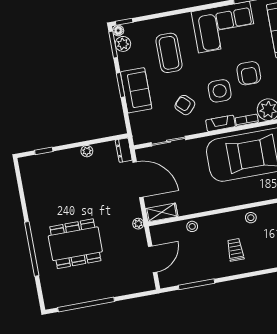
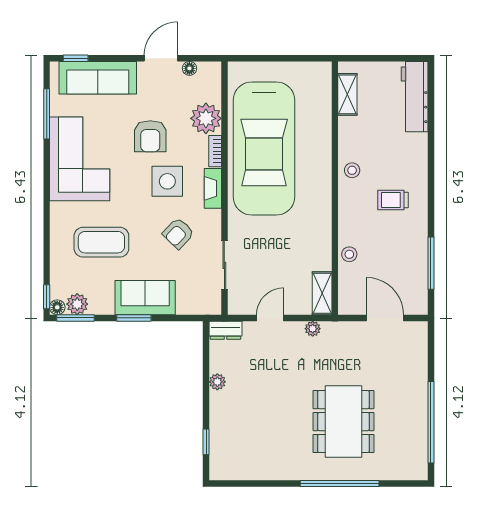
armchair: (249, 73) -> (150, 136), turned 90
door: (138, 180) -> (270, 318), width x0.53
plant: (138, 224) -> (313, 329), moved

